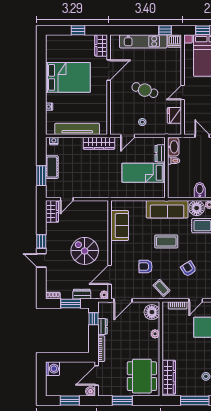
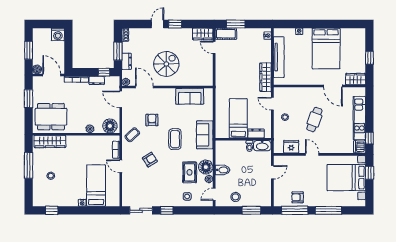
cot: (52, 167) -> (226, 34), moved
sofa: (167, 209) -> (205, 135), width x0.73

